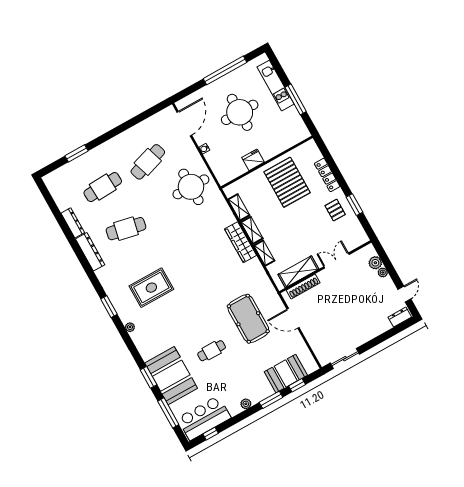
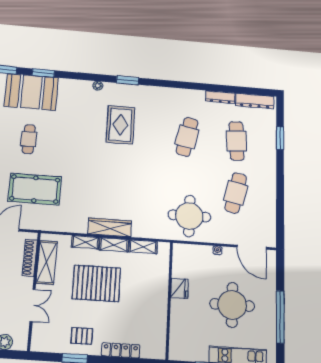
cafe table: (148, 162) -> (236, 193), turned 30
pallet: (287, 182) -> (96, 283), moved
dresser: (90, 252) -> (255, 101), moved

